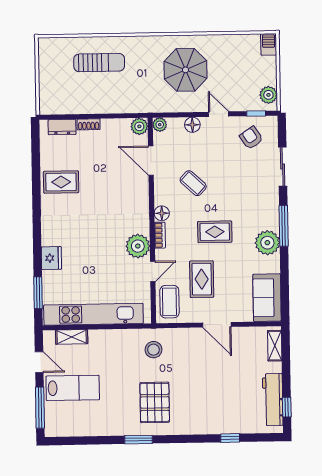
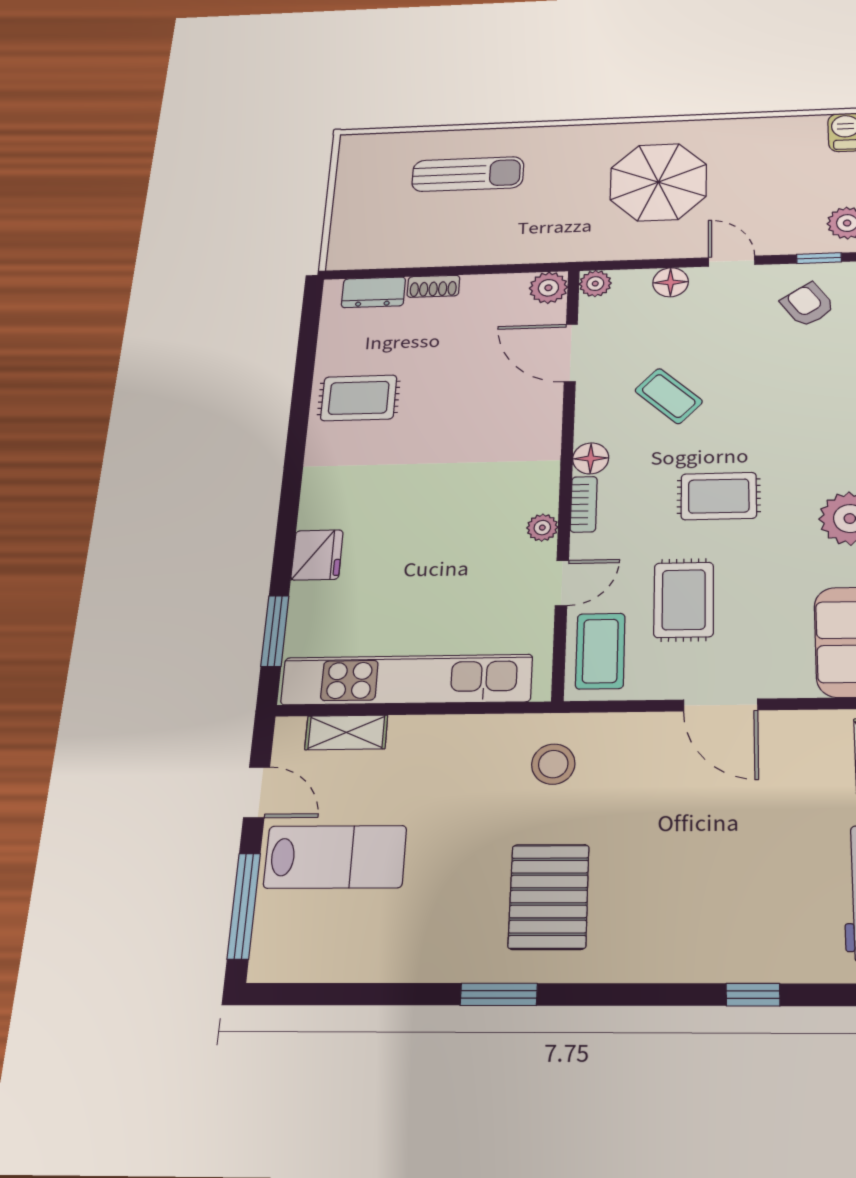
plant: (138, 246) -> (542, 528), width x0.53, depth x0.53

